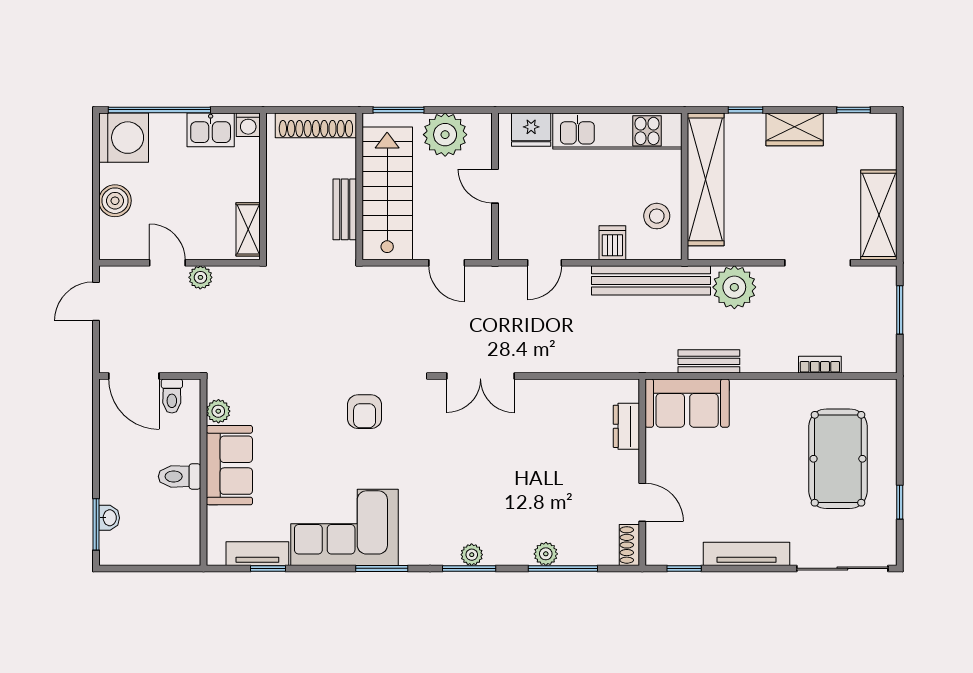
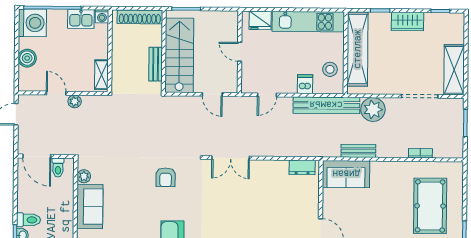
plant: (445, 135) -> (212, 23), removed
dresser: (626, 426) -> (302, 167), moved, turned -90
toilet: (180, 476) -> (29, 220), moved, turned 180

